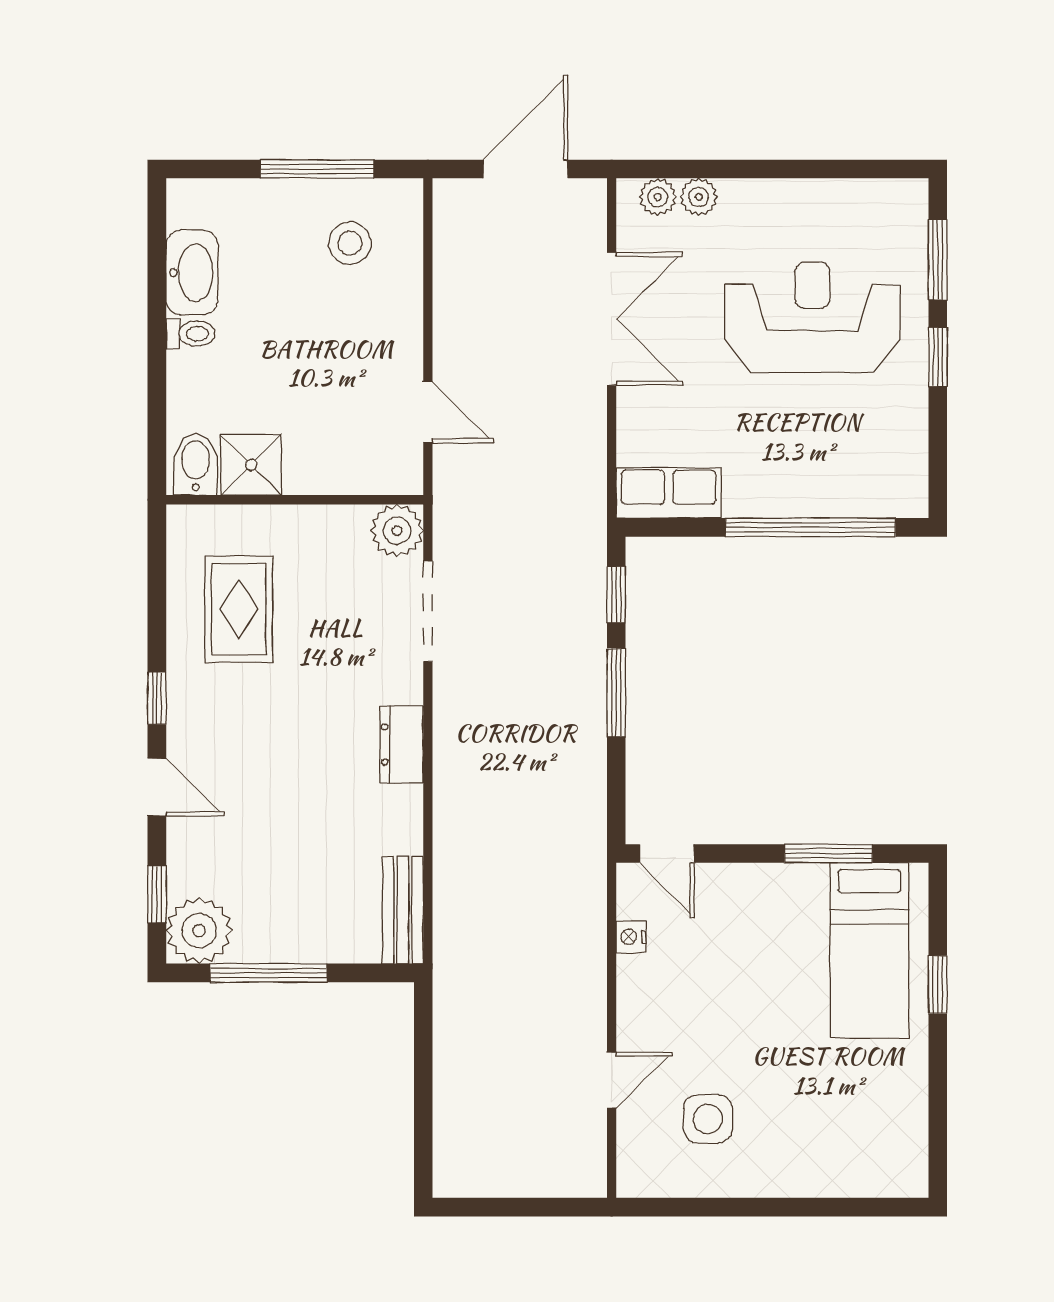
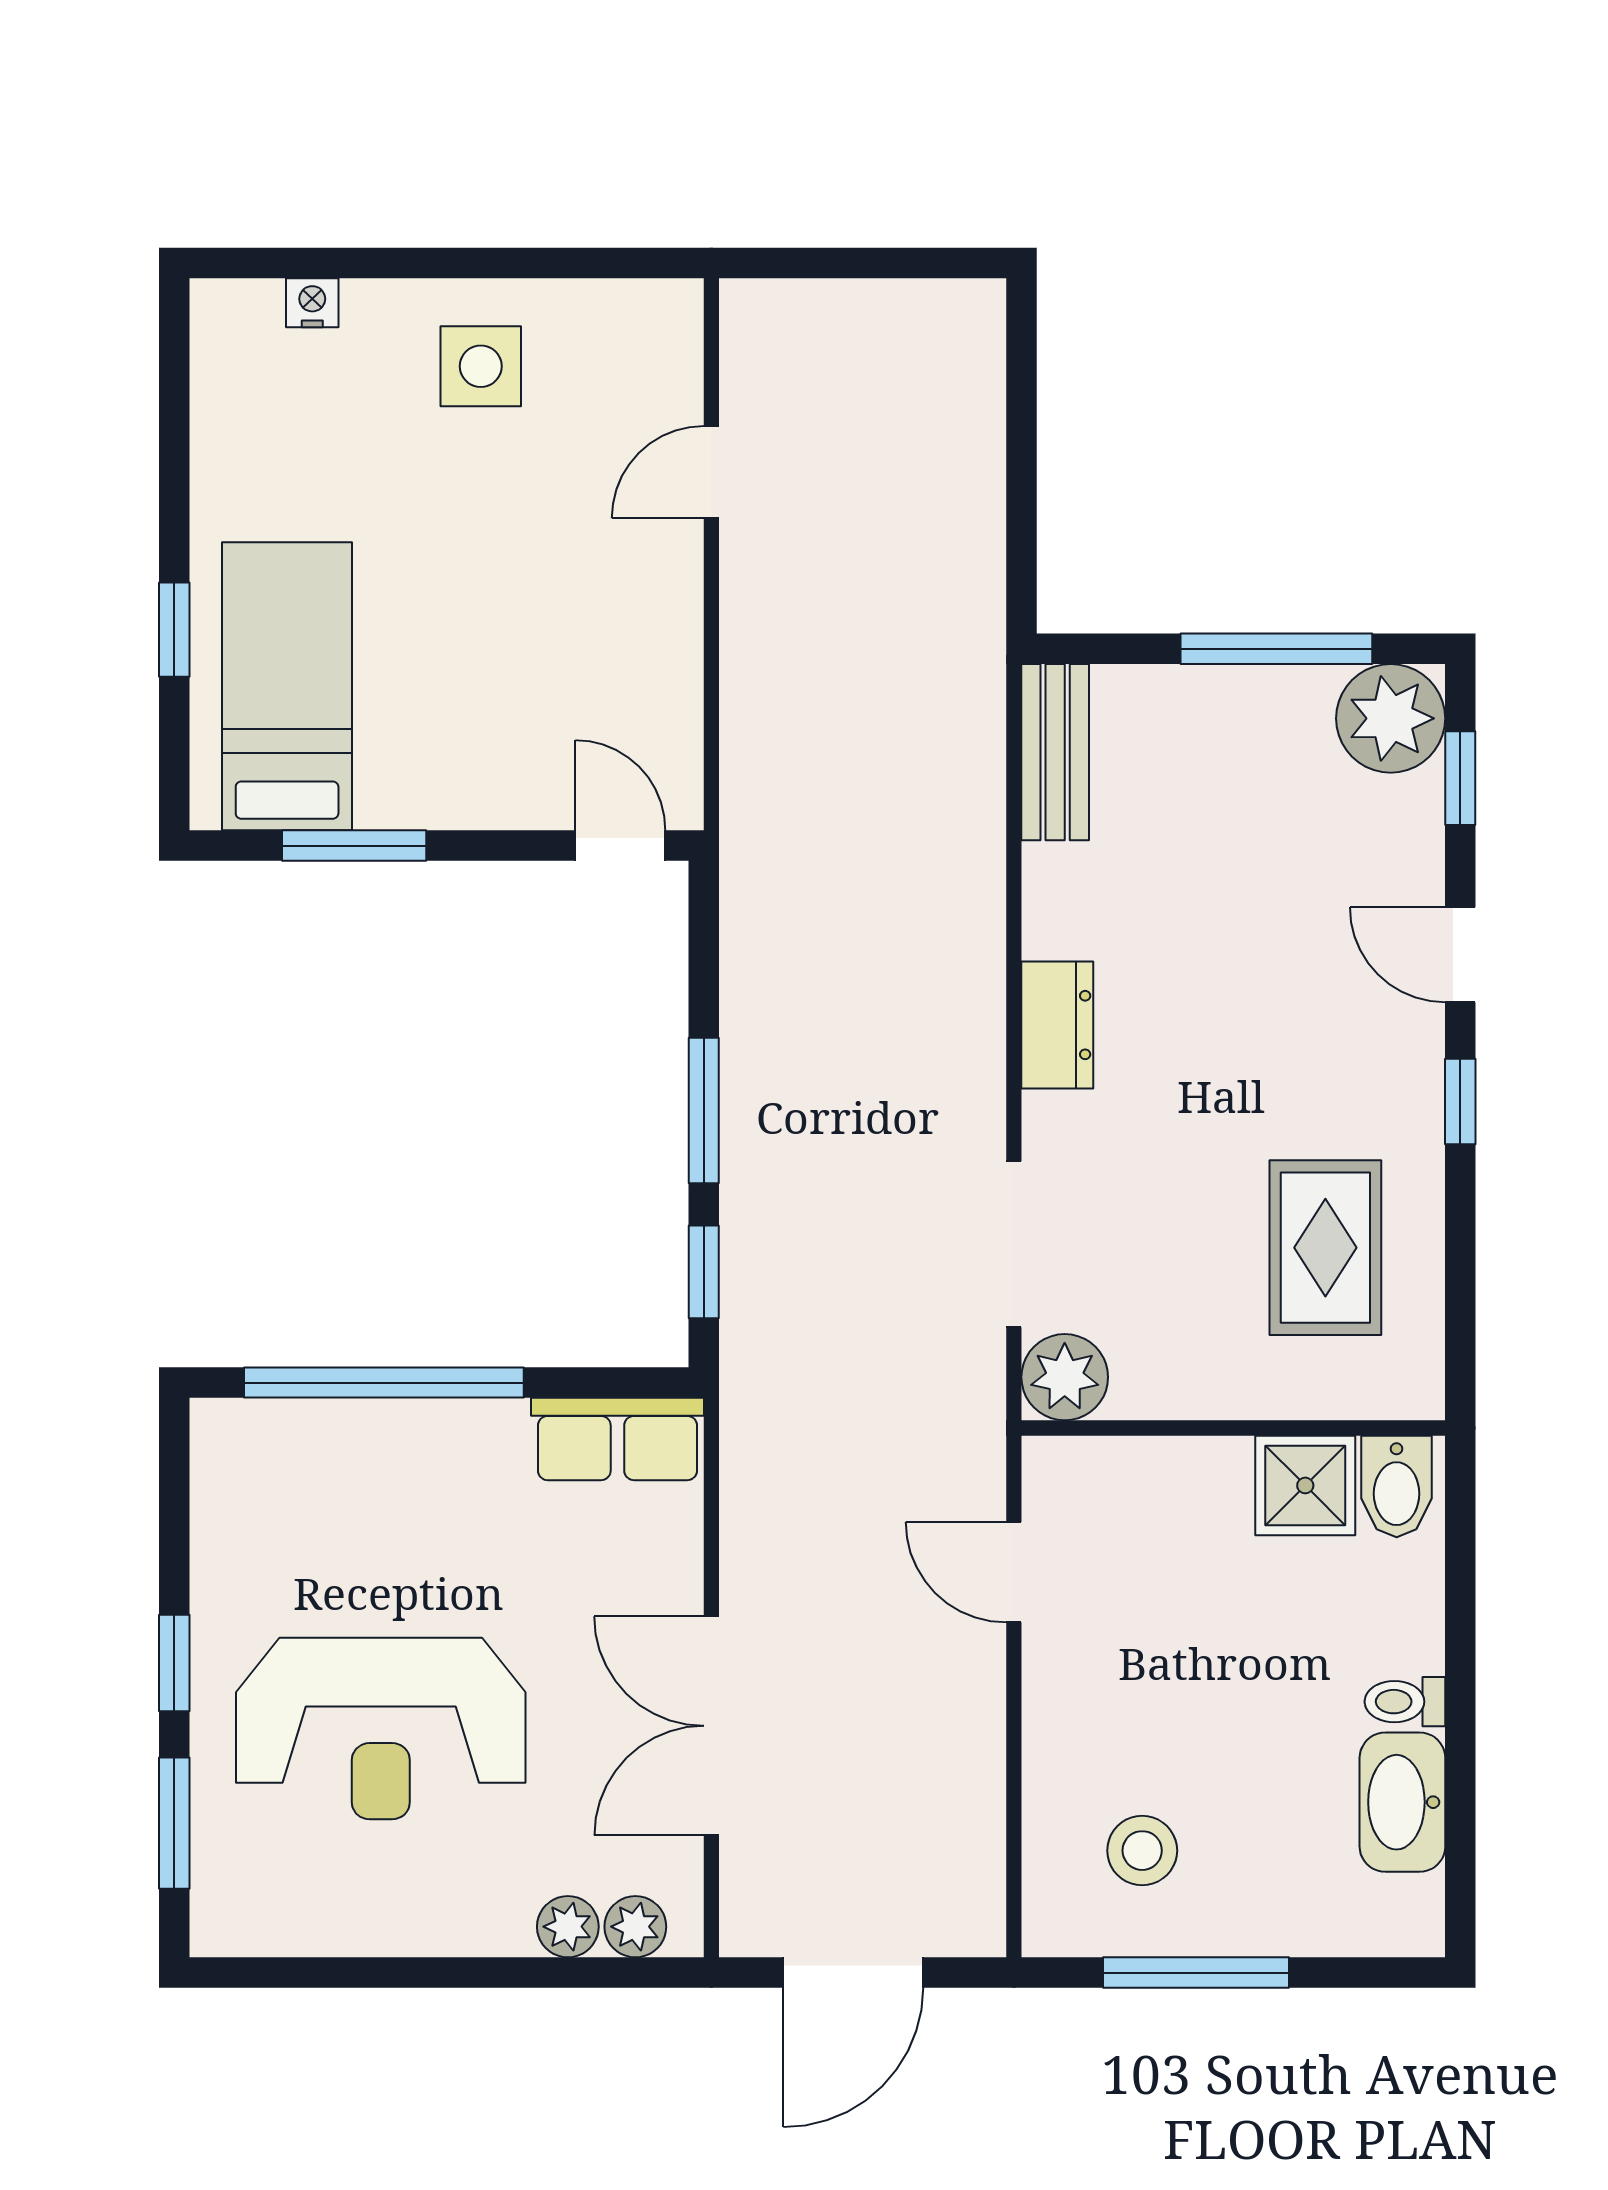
nightstand: (631, 937) -> (312, 303), moved, turned -90
side table: (708, 1119) -> (481, 366), moved

